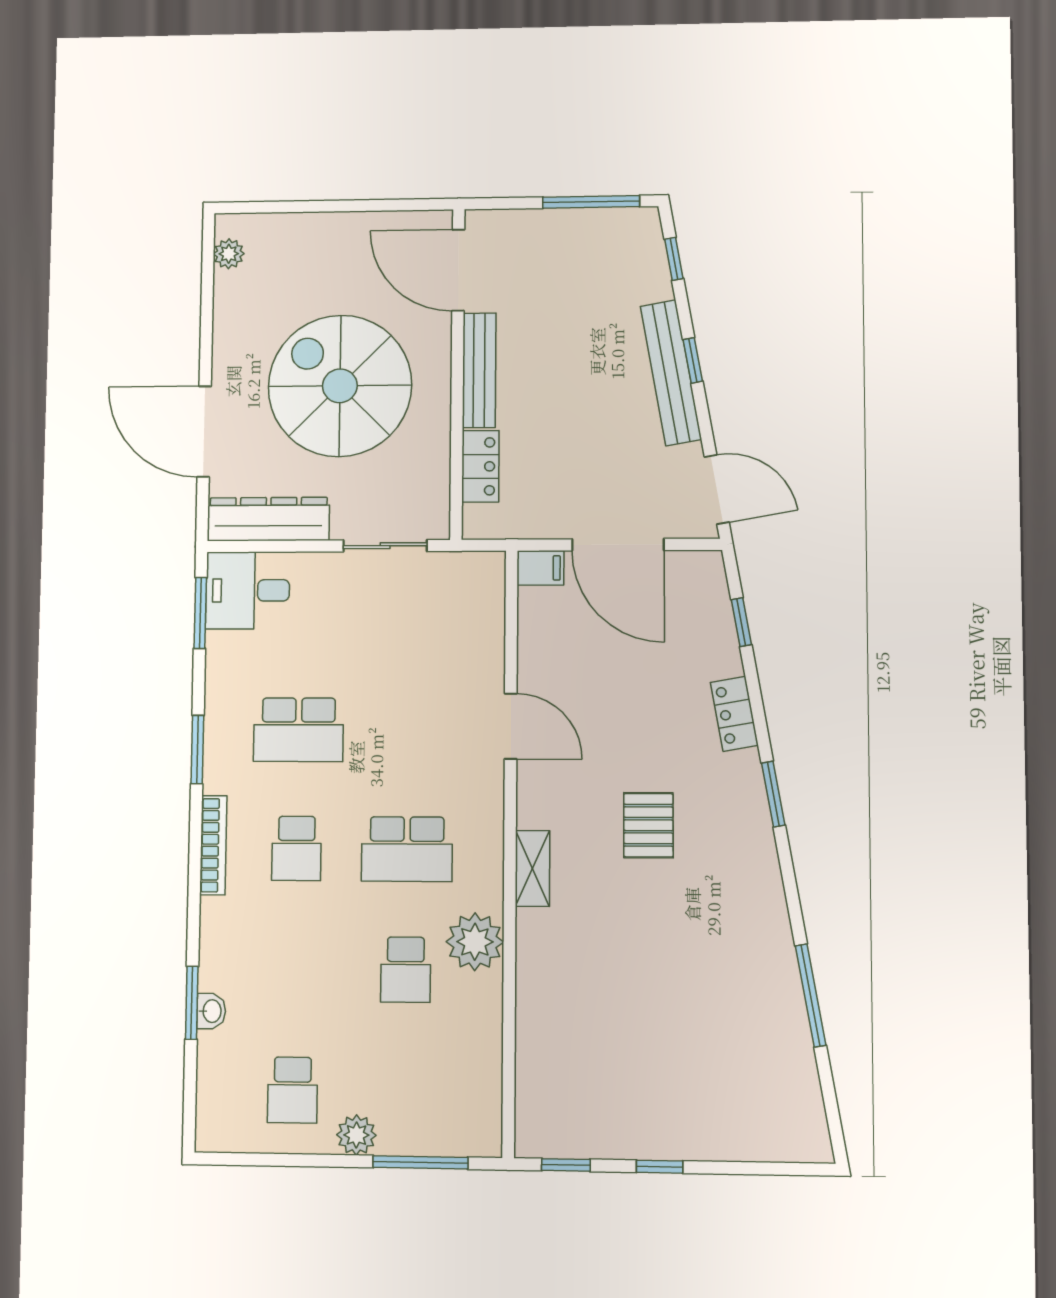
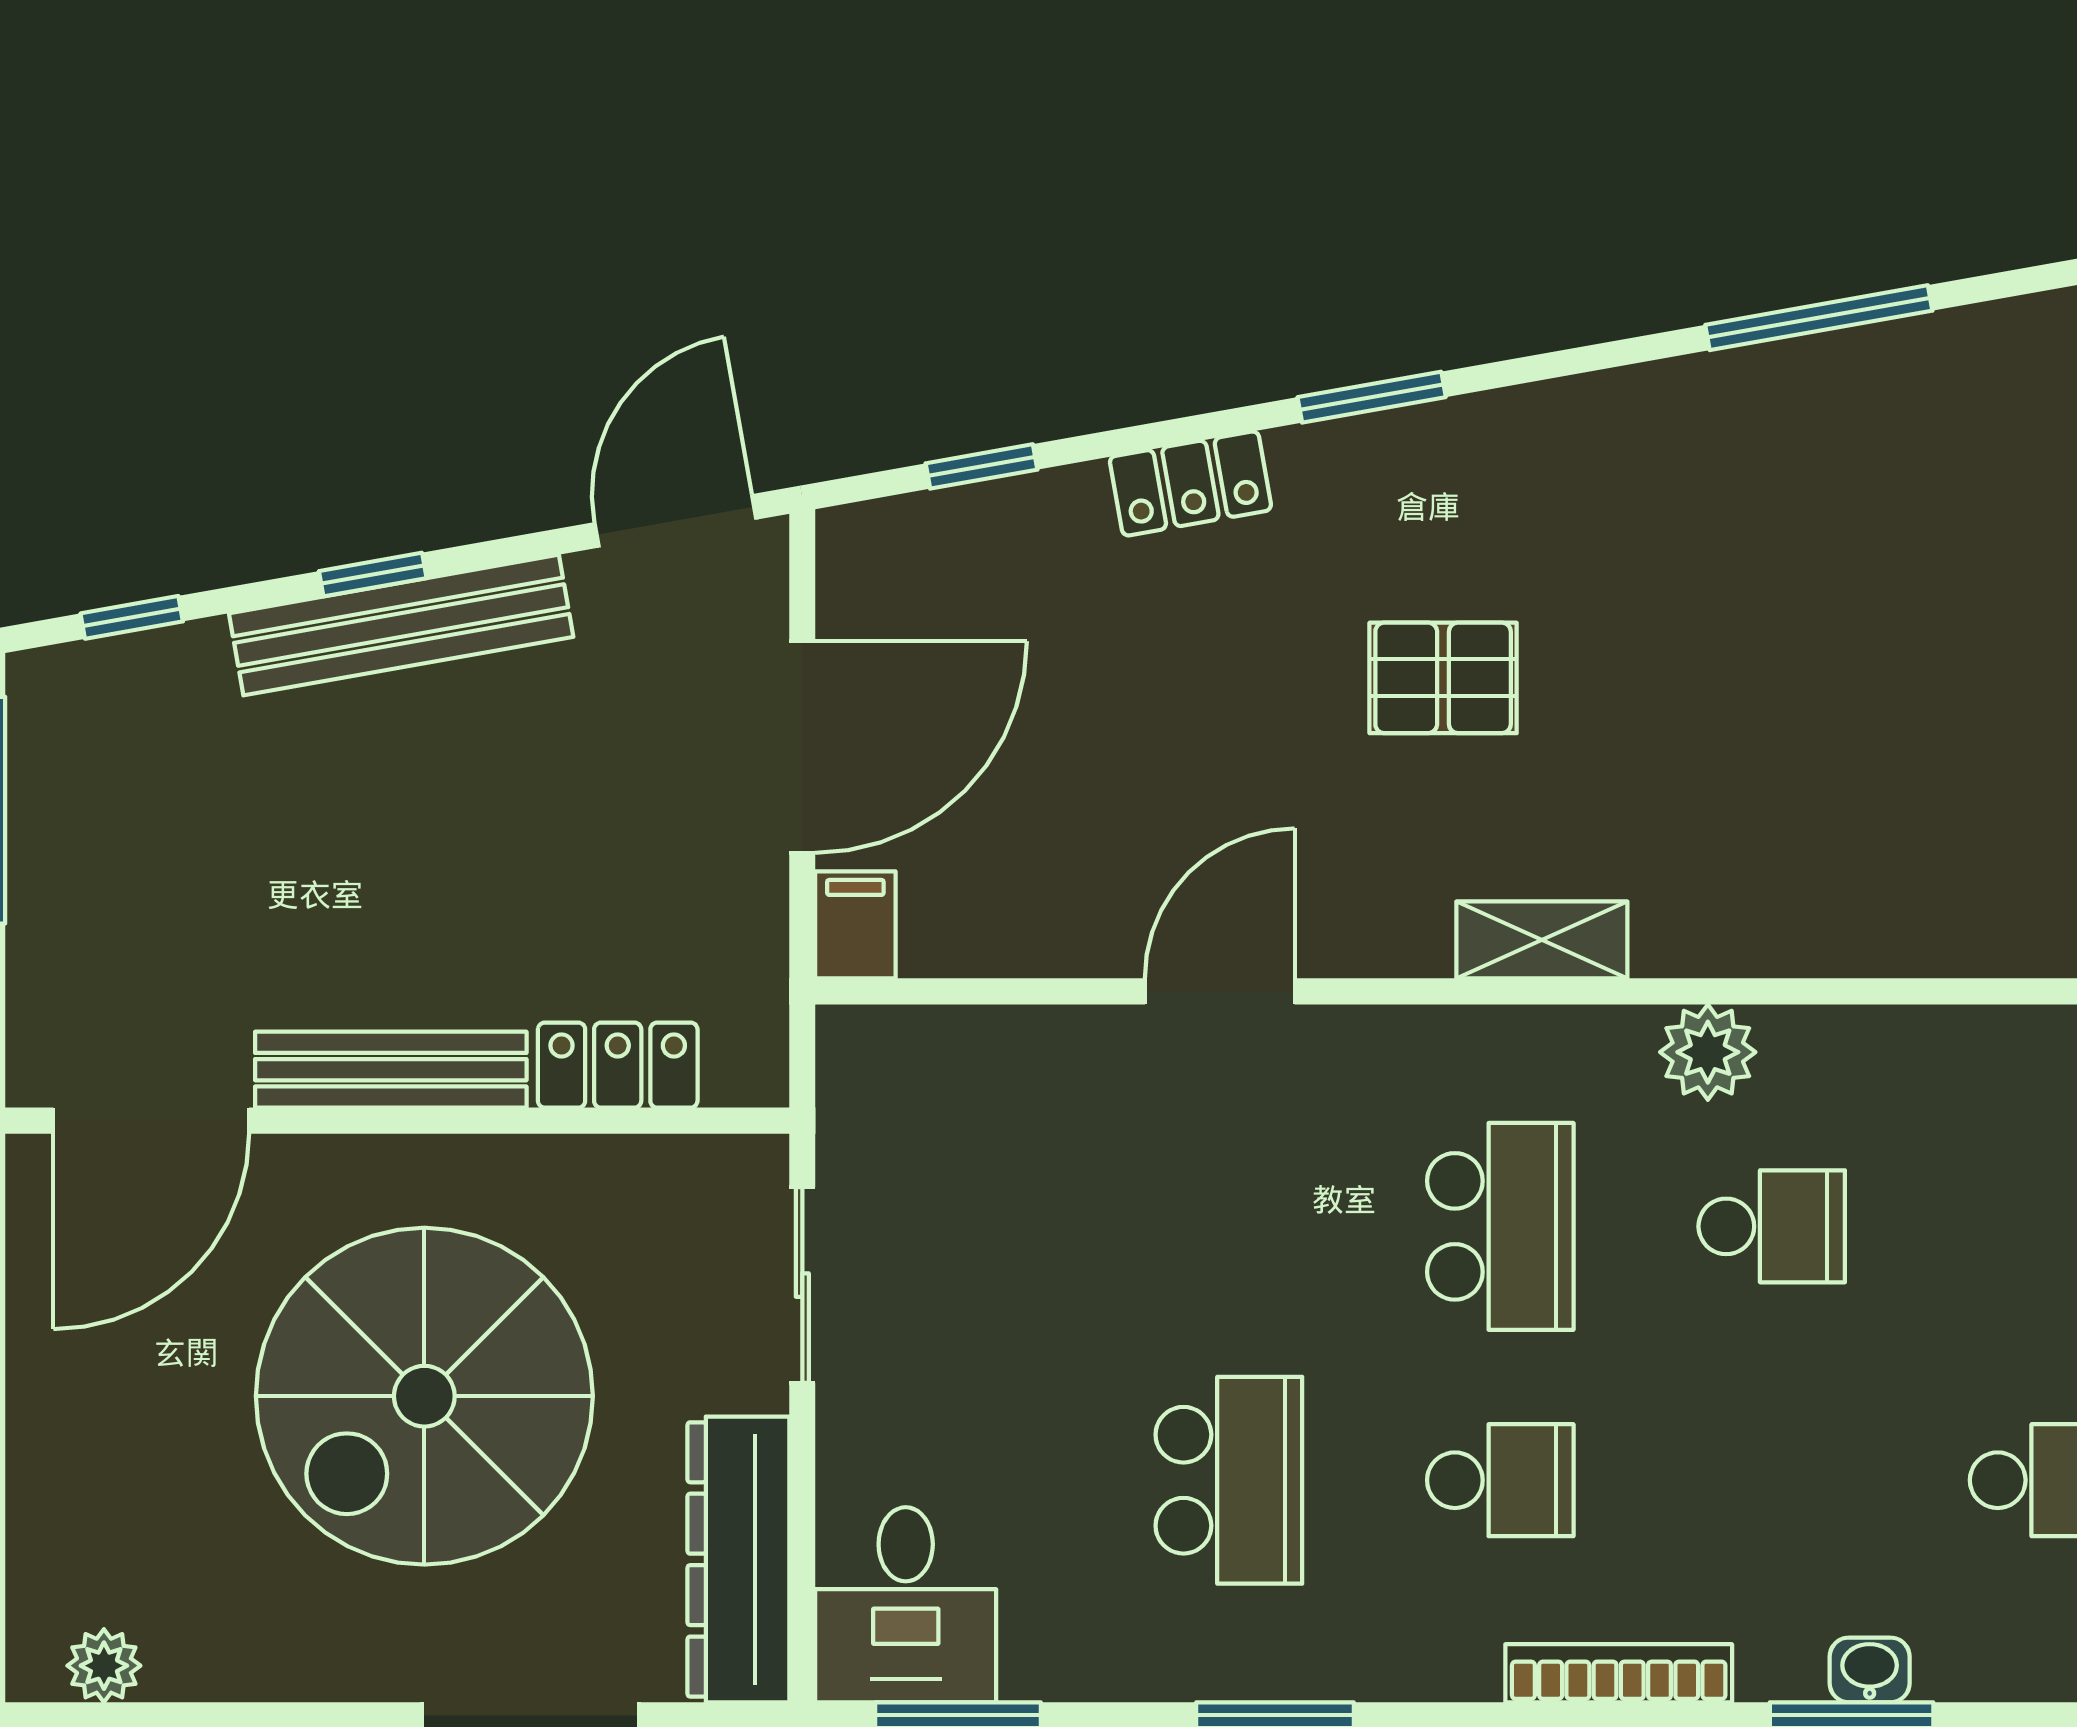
bookcase: (213, 845) -> (1619, 1673), moved
plant: (475, 942) -> (1708, 1052), width x0.73, depth x0.73

